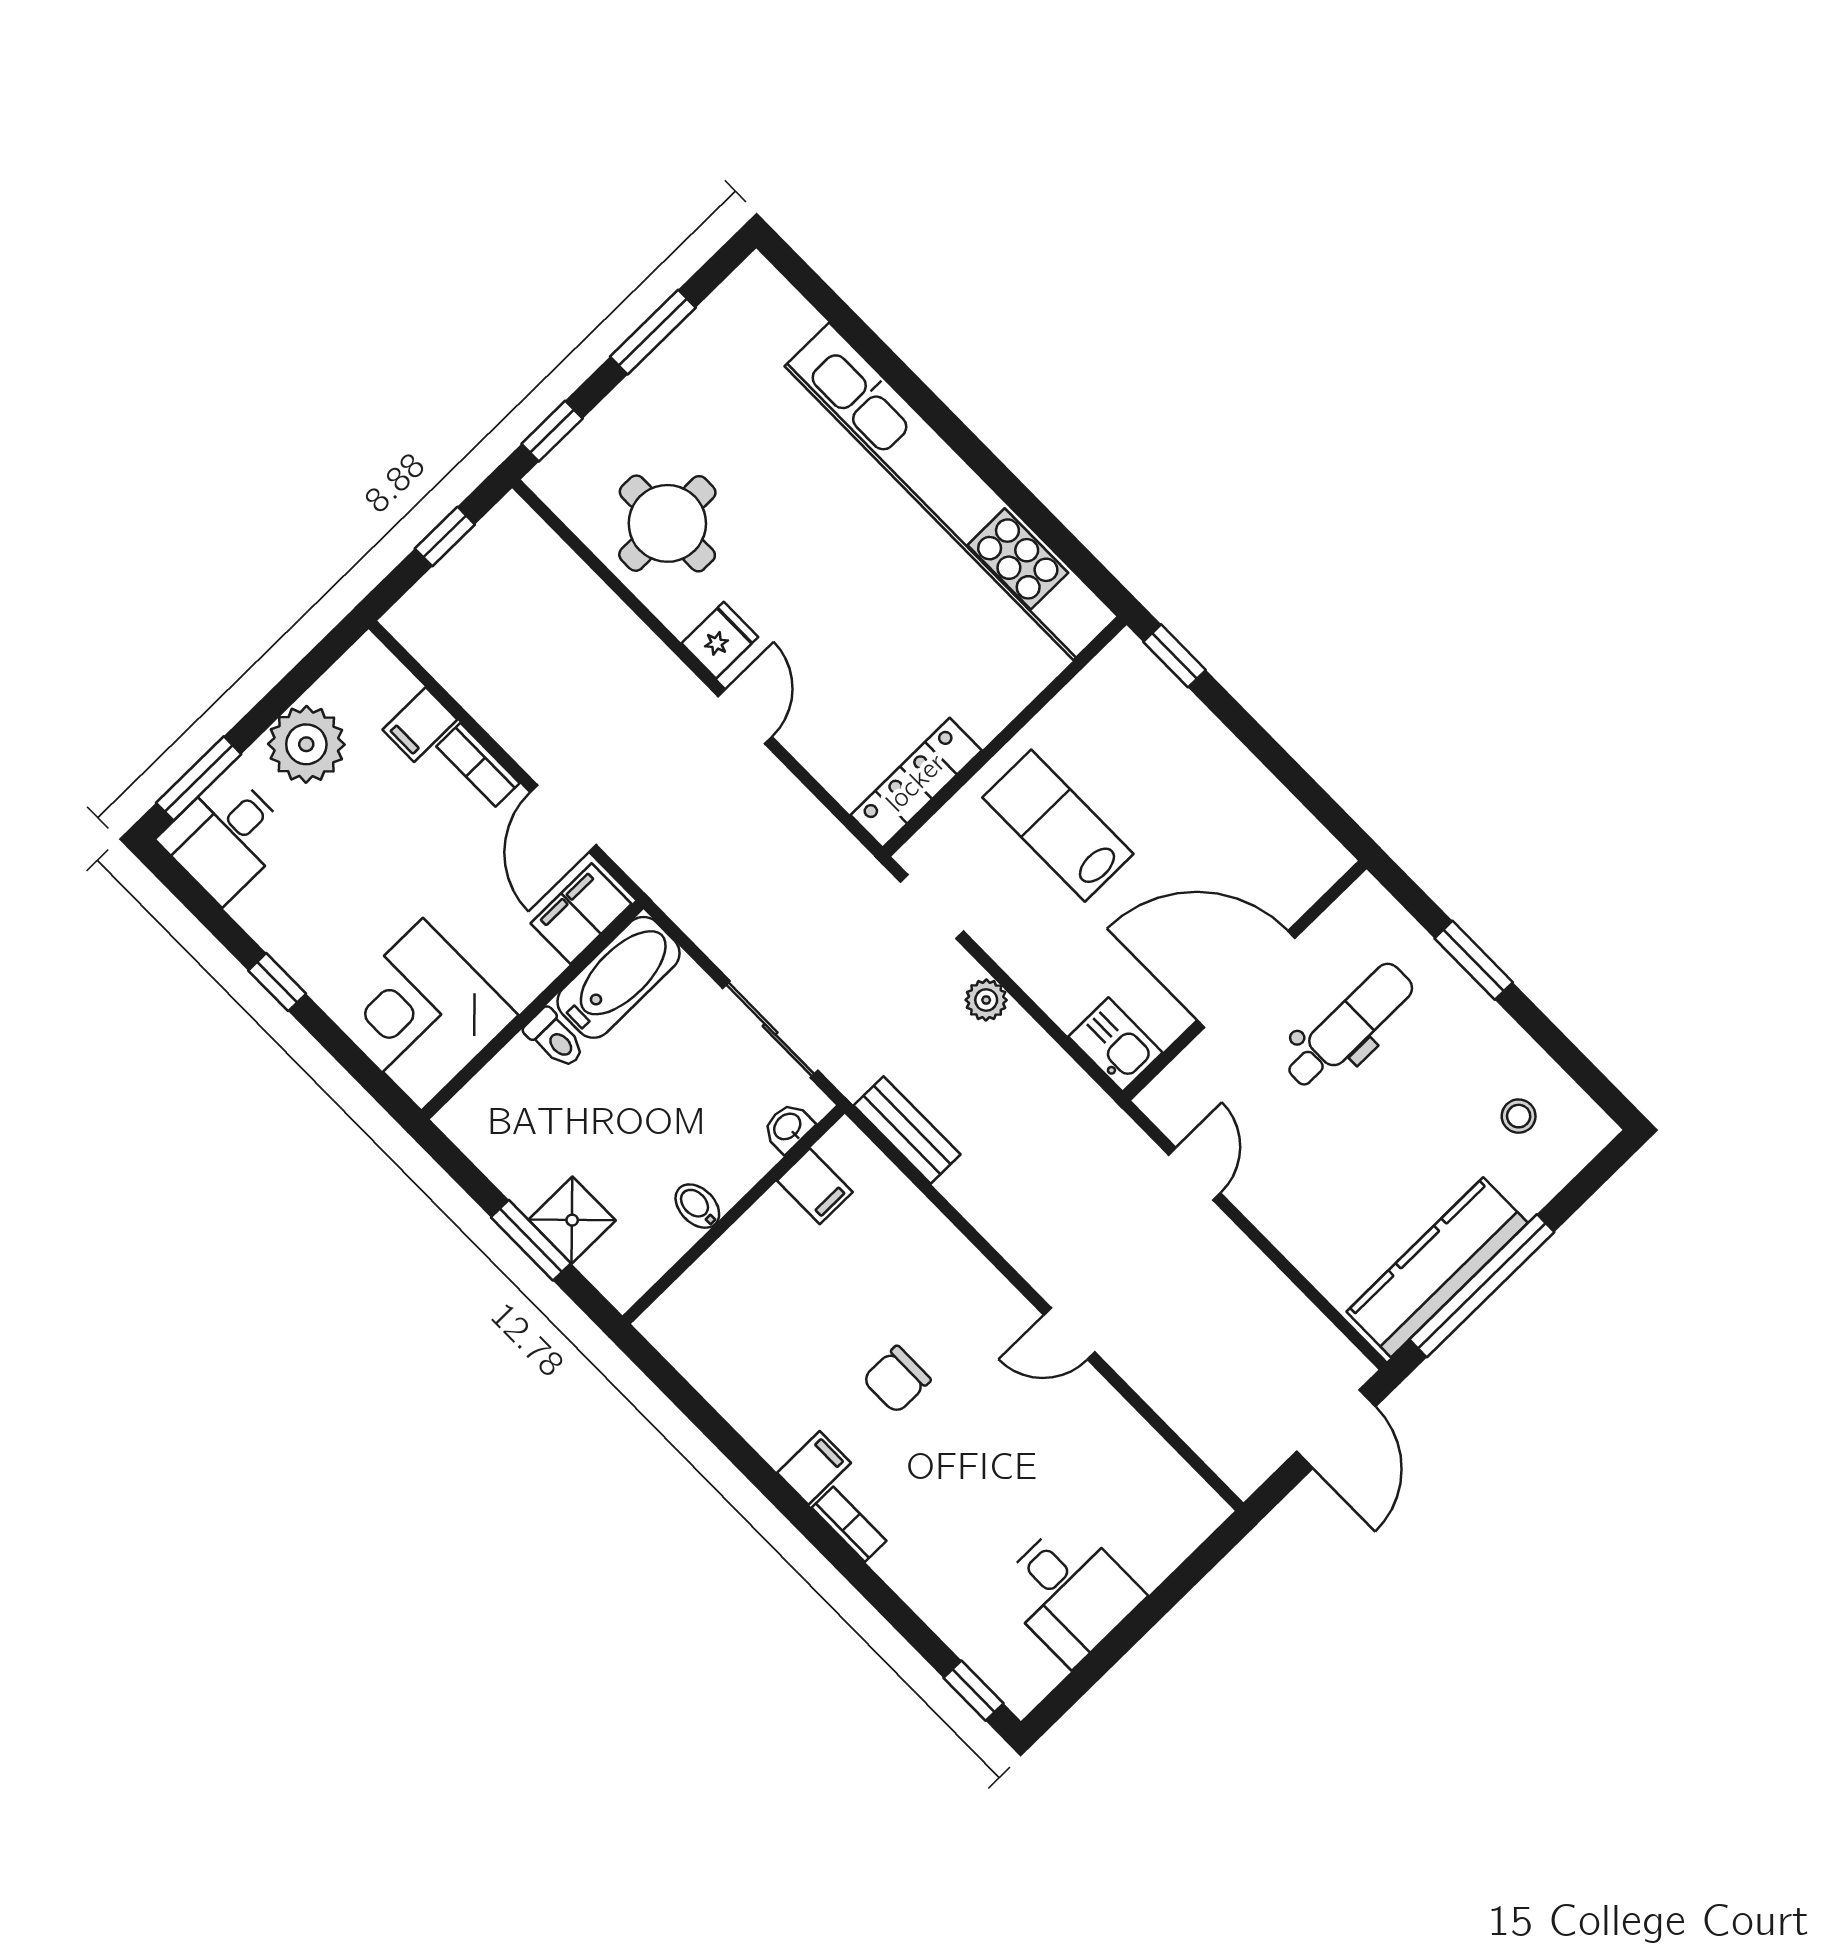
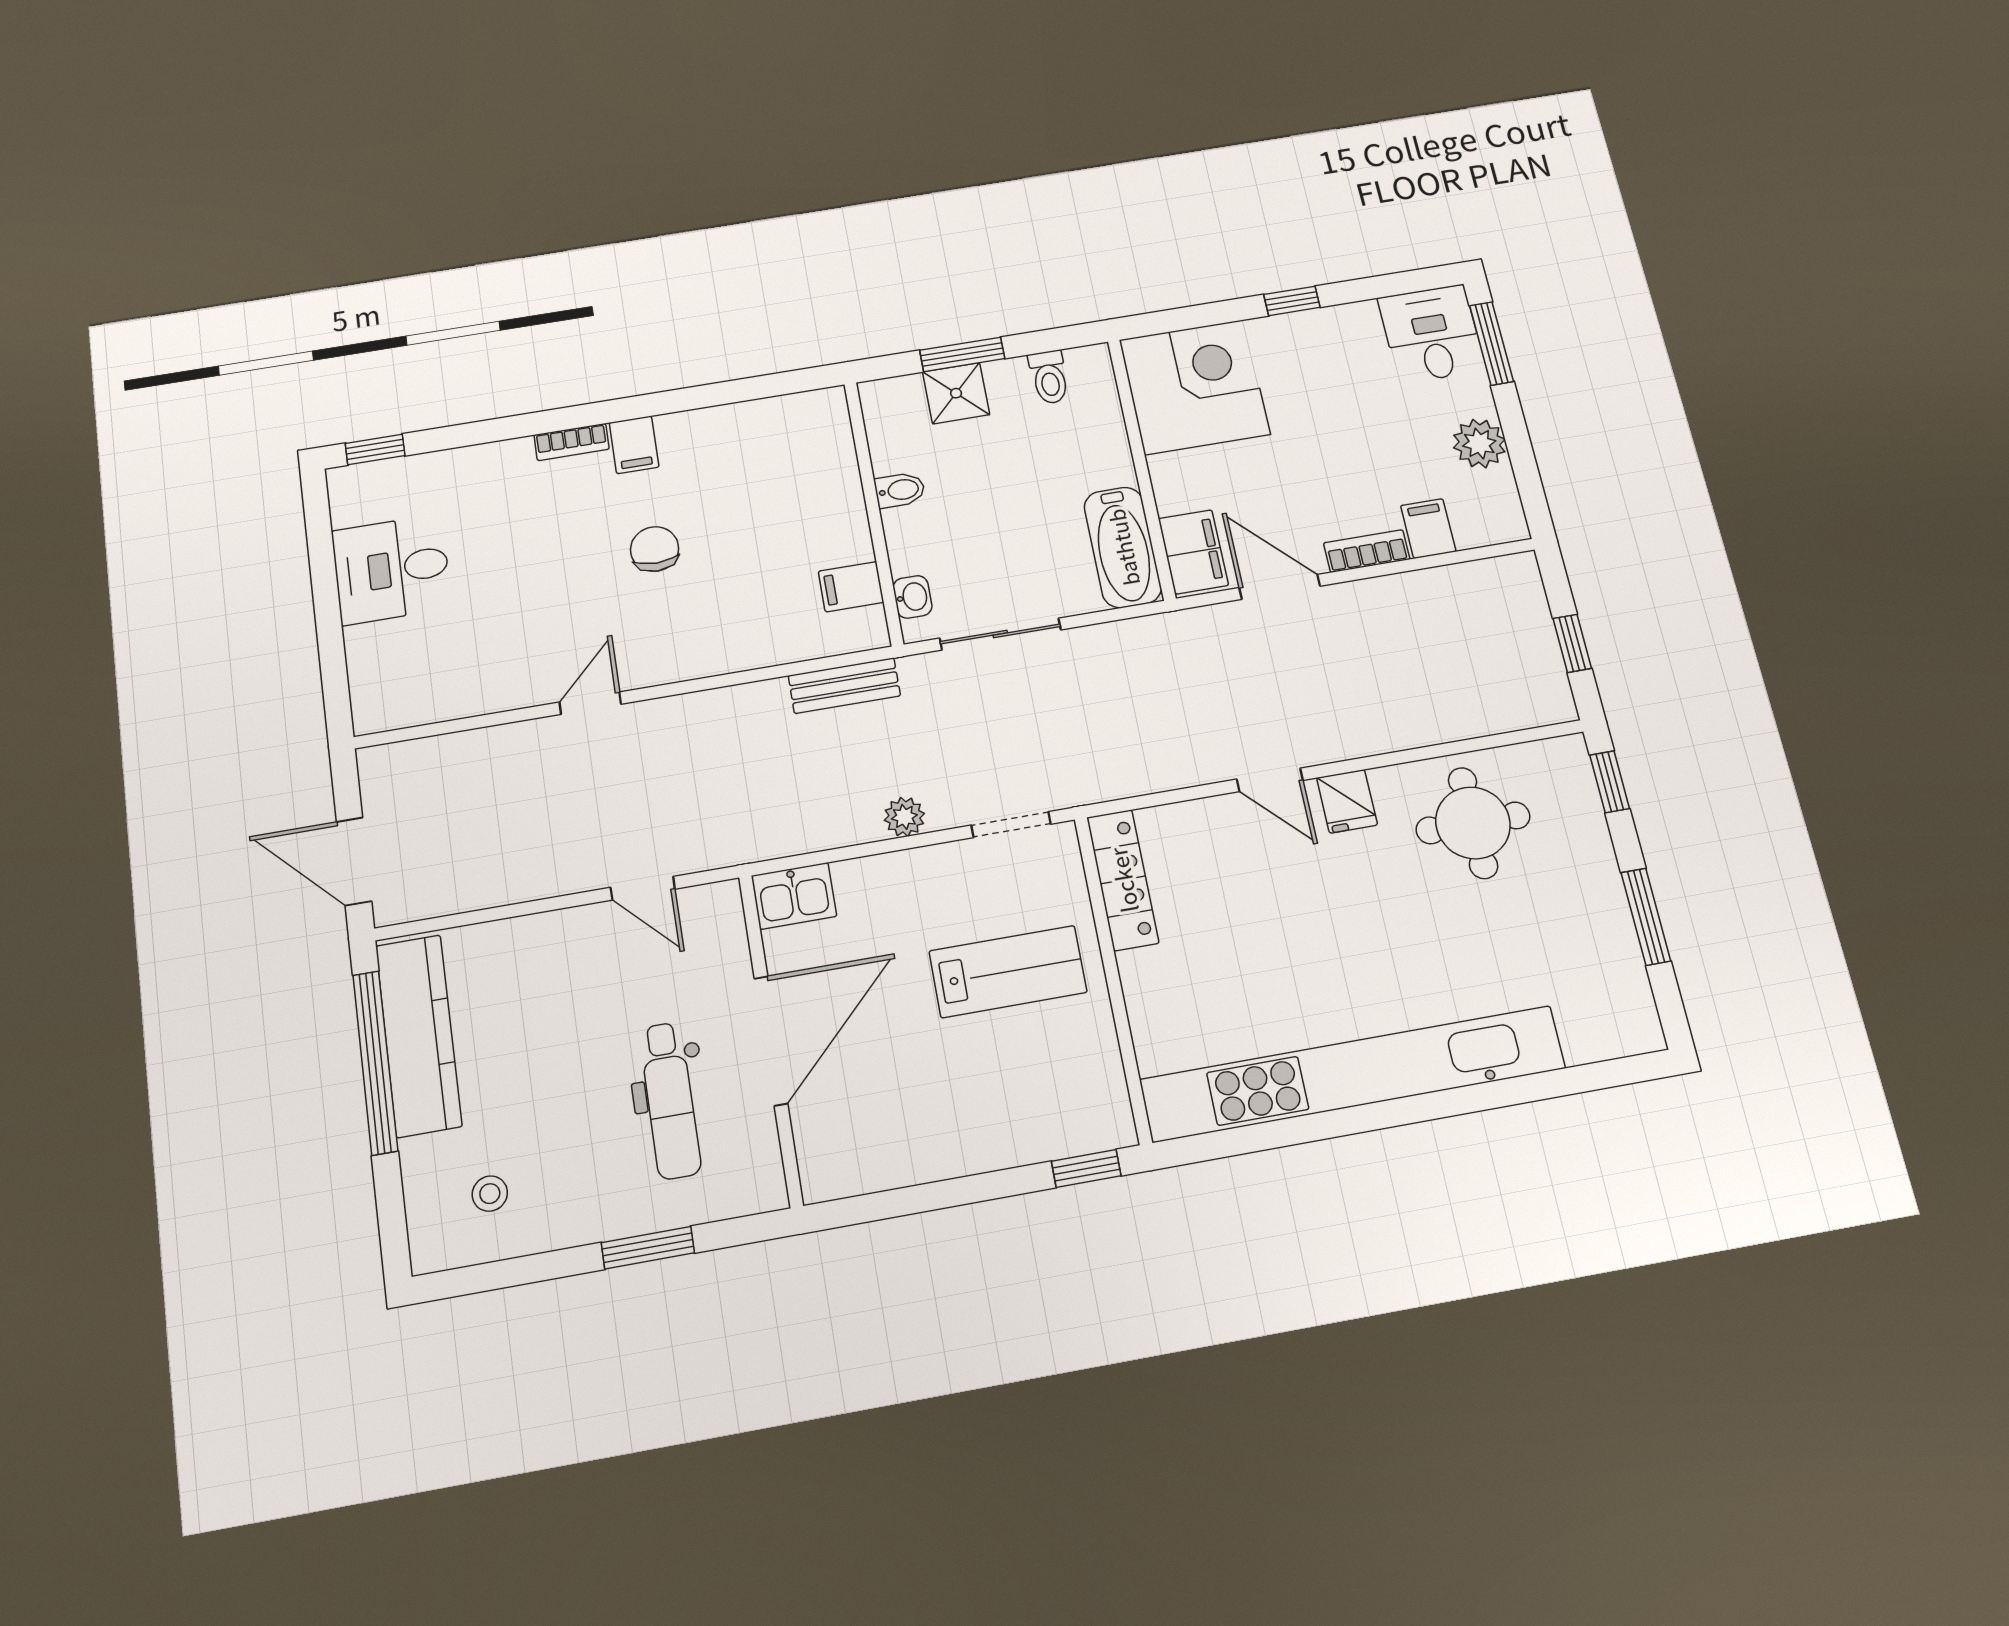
plant: (306, 744) -> (1479, 443), width x0.73, depth x0.73
toilet: (555, 1038) -> (1049, 377), moved, turned -90

